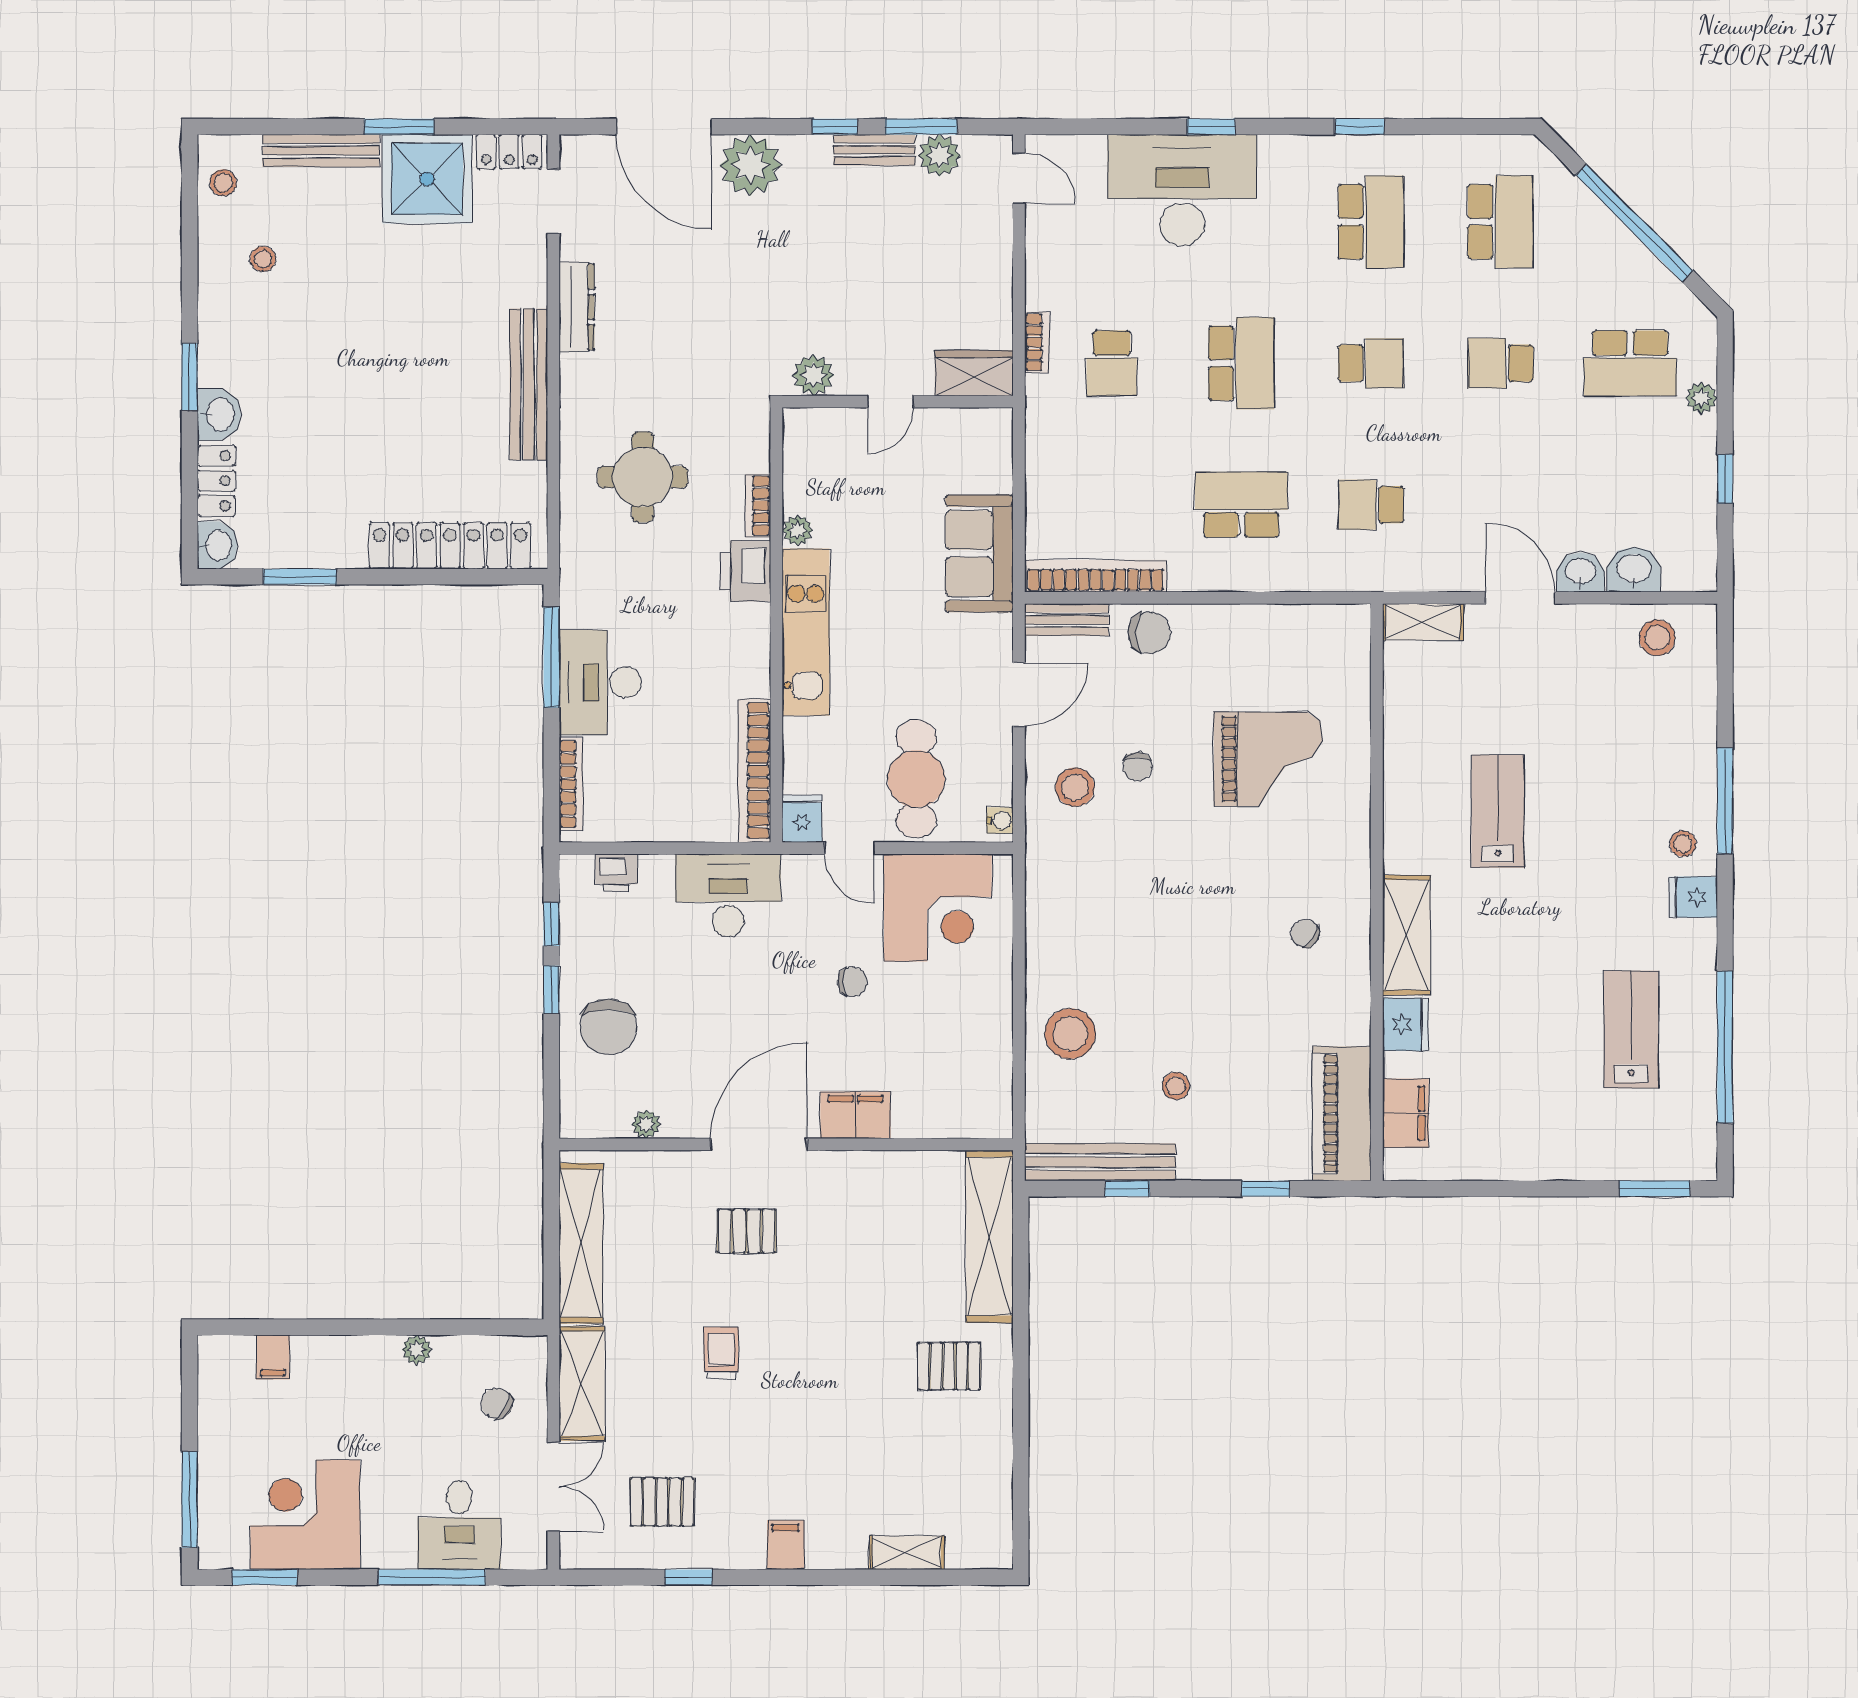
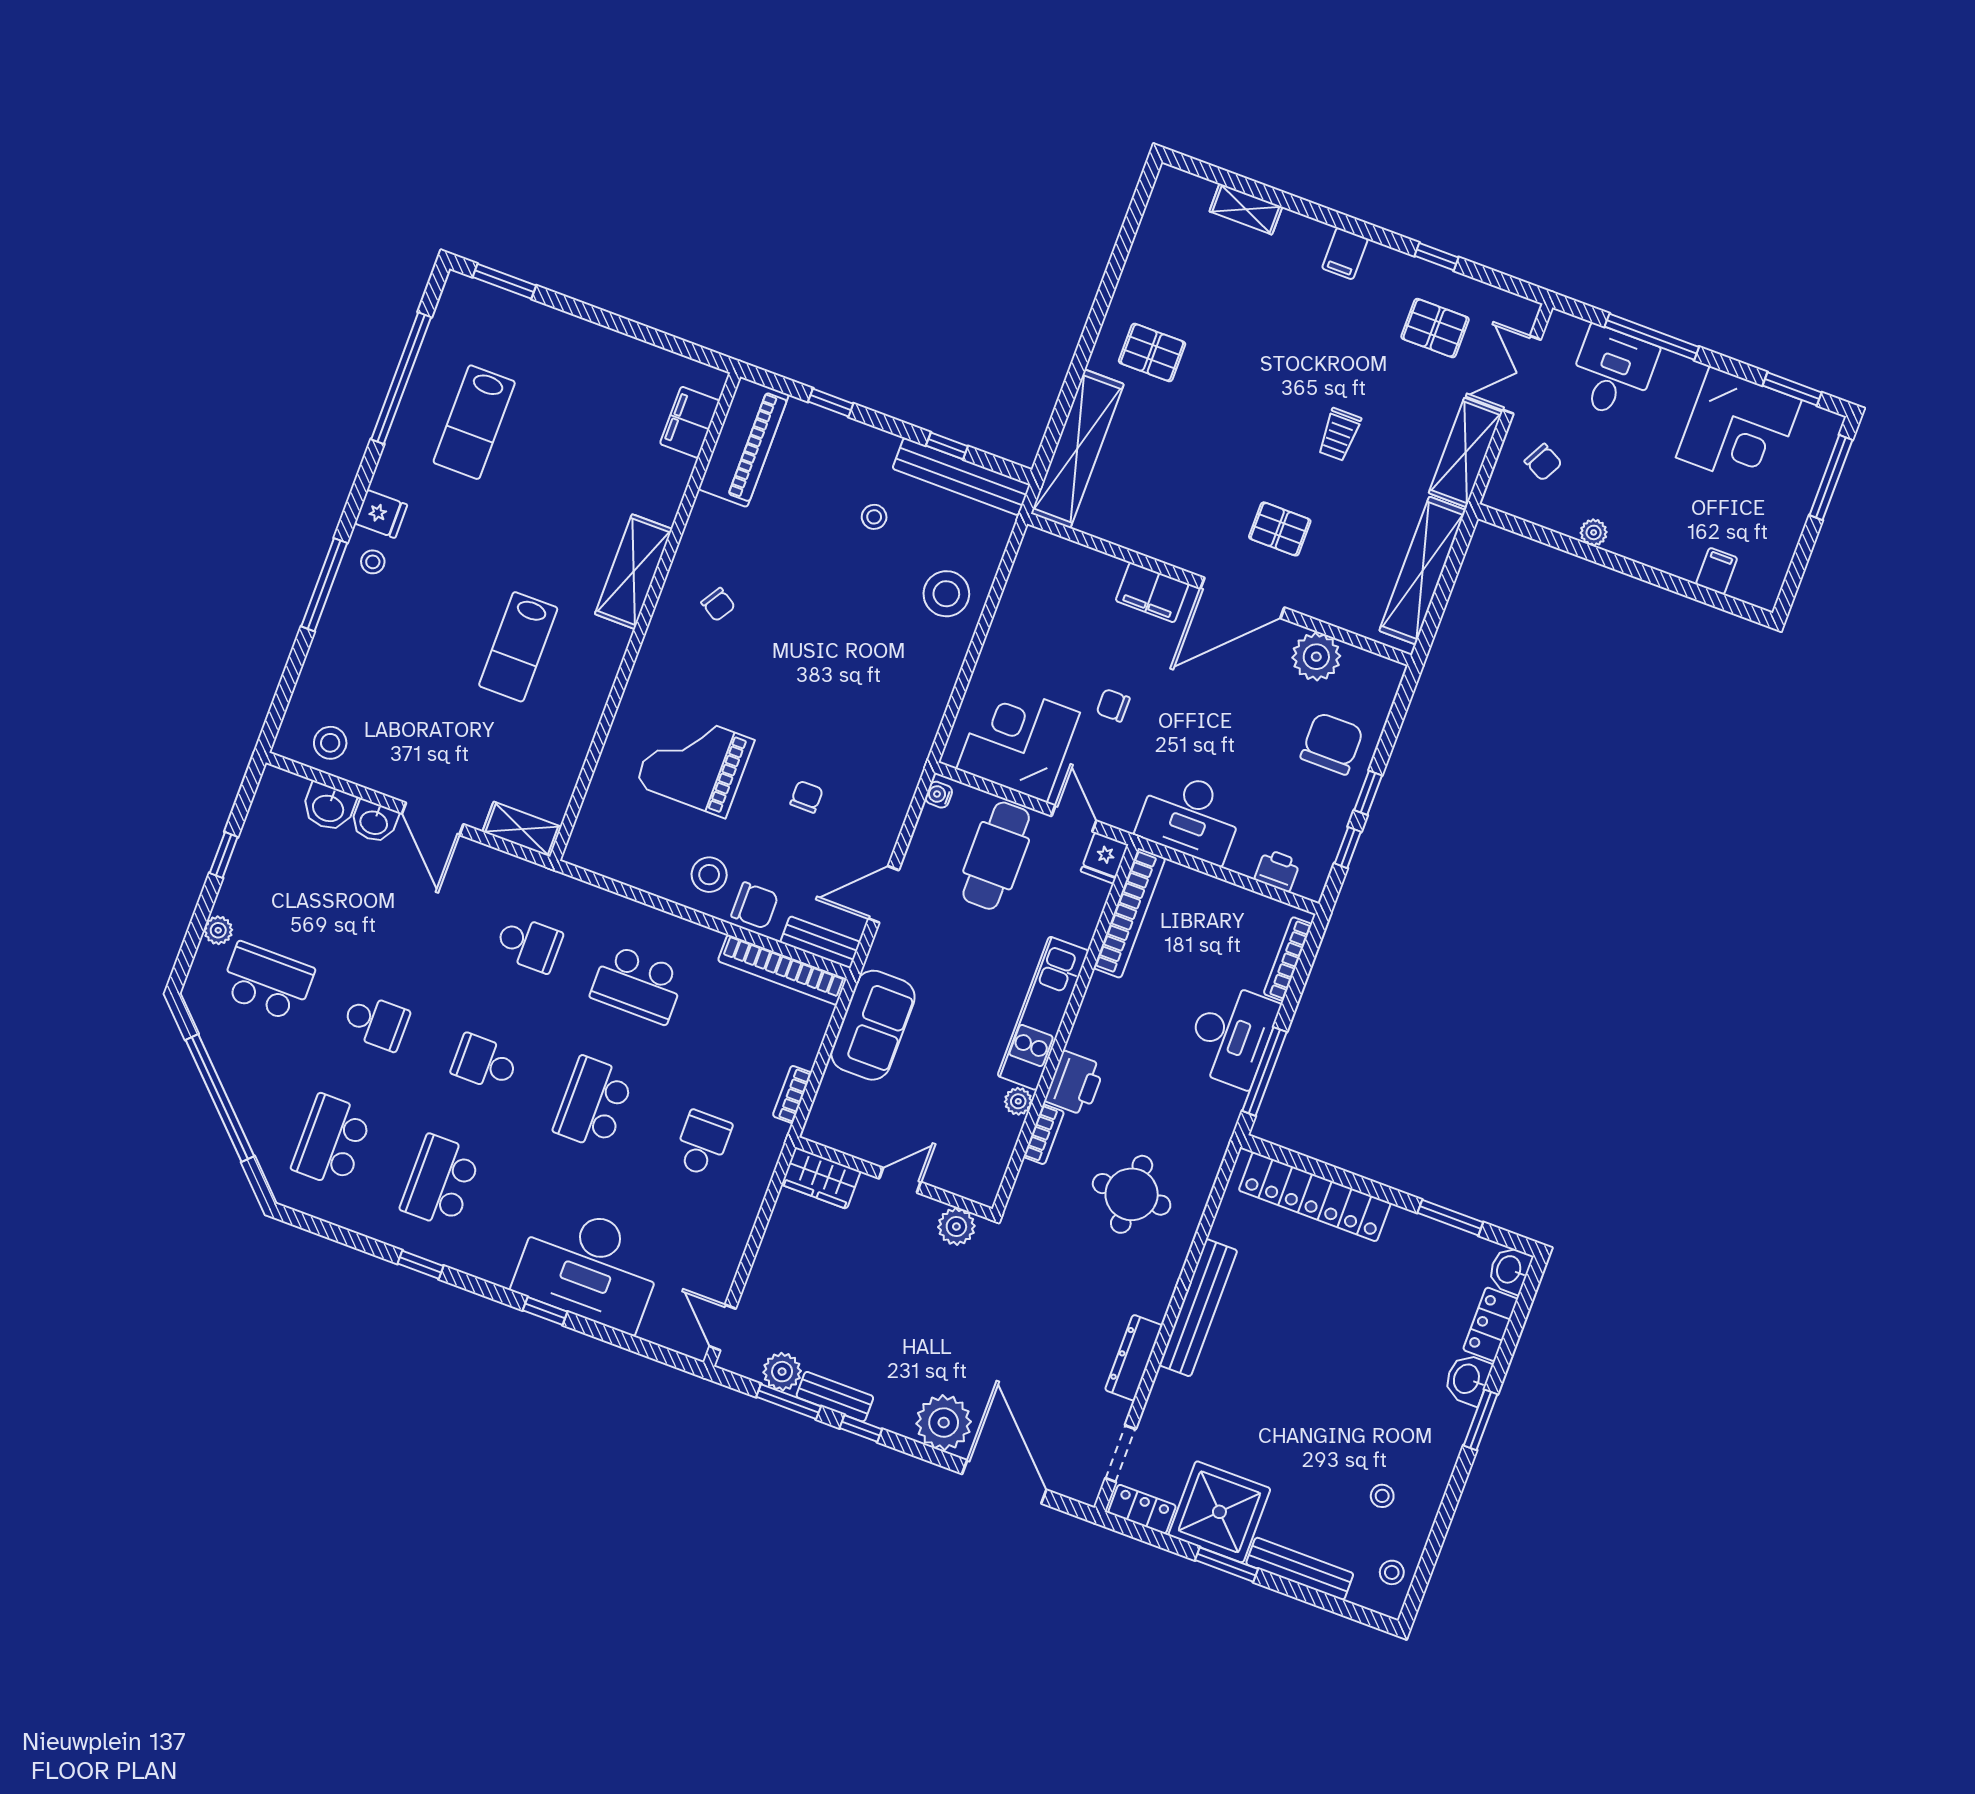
bookcase: (1037, 342) -> (792, 1094), moved
chair: (1149, 633) -> (755, 906), turned 180
stool: (1075, 787) -> (709, 875), moved
fridge: (1405, 1024) -> (662, 497), removed
plant: (646, 1124) -> (1316, 657), width x1.88, depth x1.88

